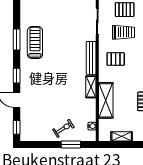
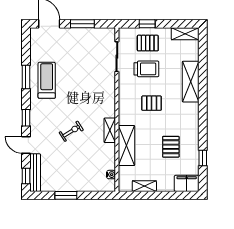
bench: (91, 58) -> (35, 173), moved
pallet: (116, 59) -> (152, 103), moved
exercise bike: (63, 128) -> (71, 131), moved
window: (71, 145) -> (66, 195), moved

